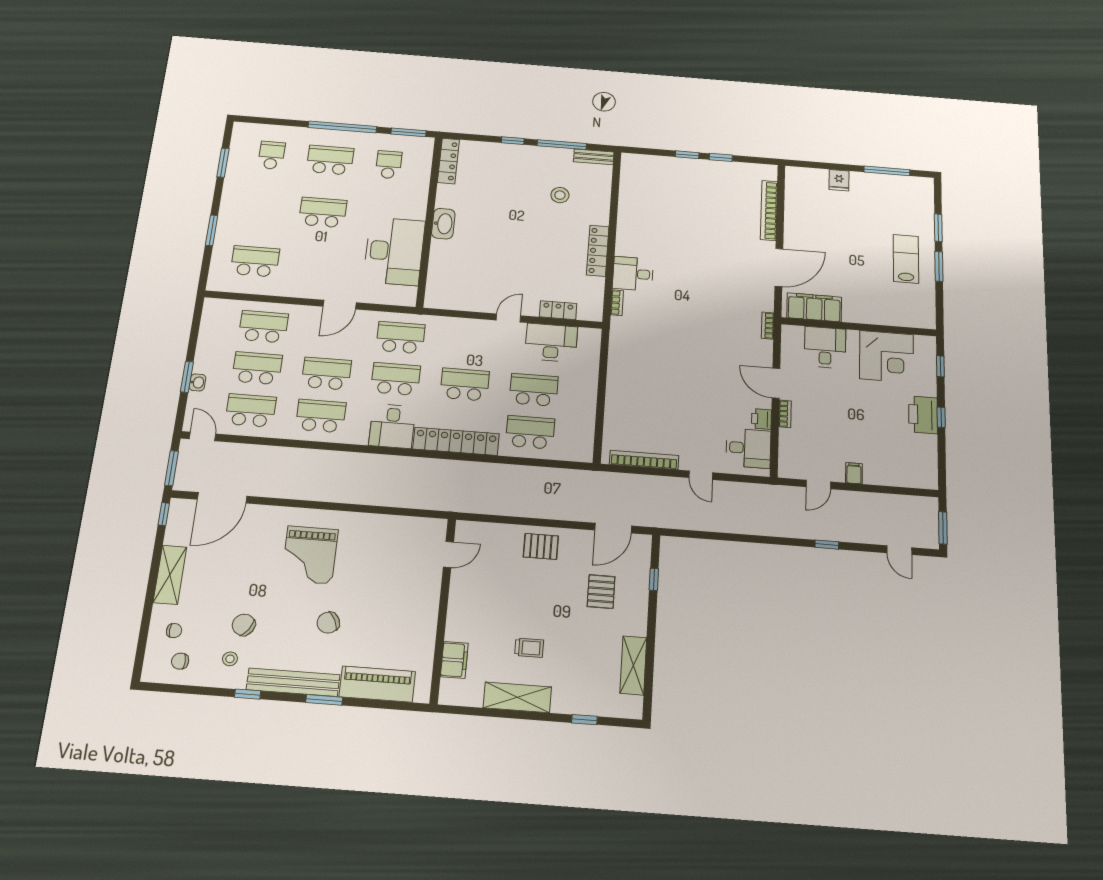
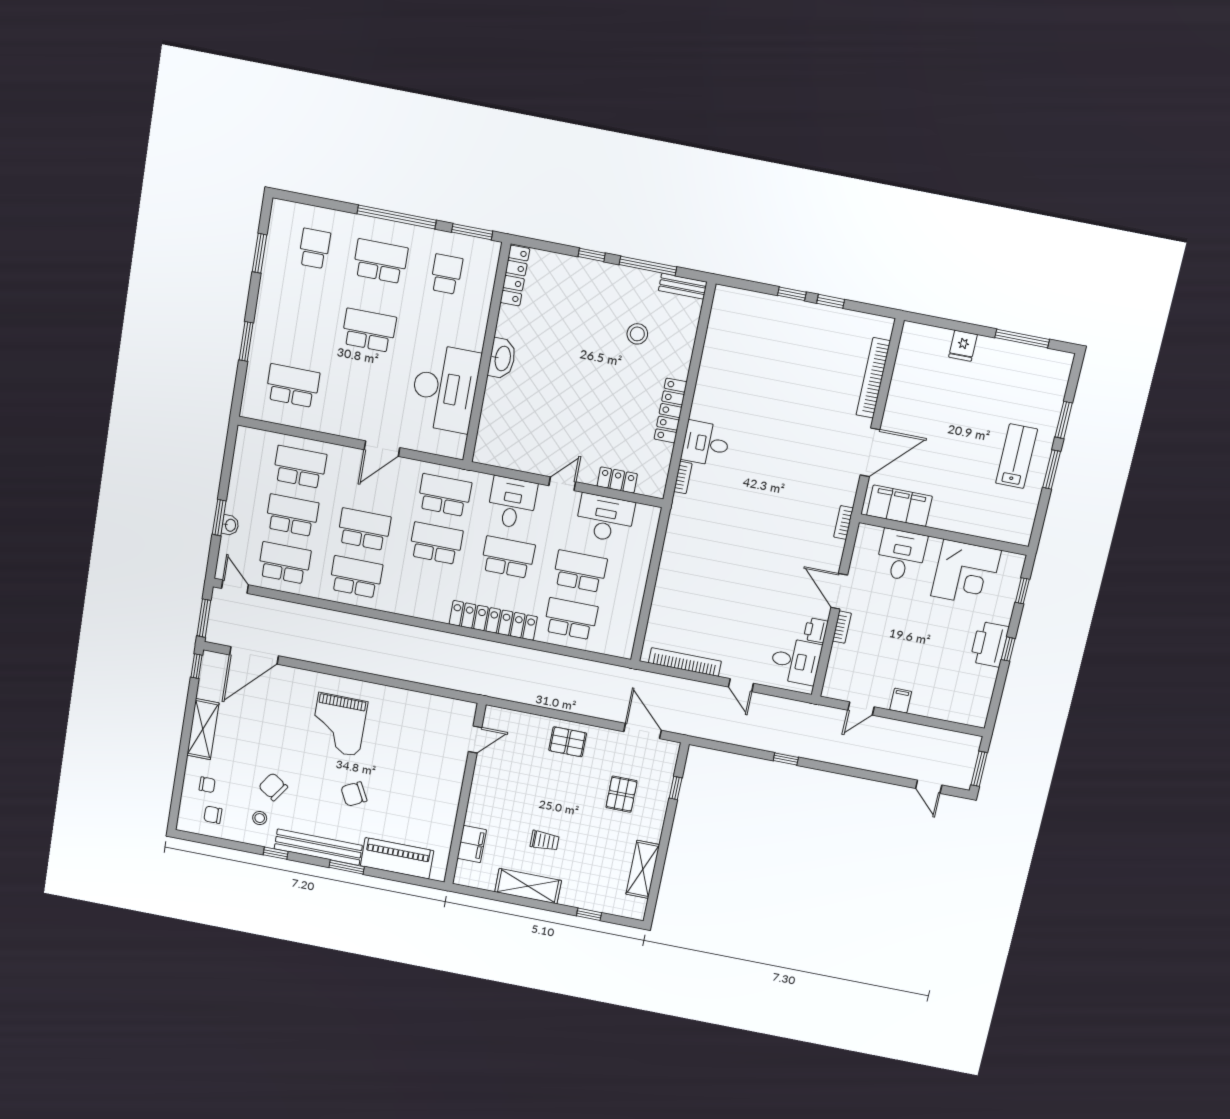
desk: (392, 426) -> (512, 503), moved, turned 180
door: (613, 528) -> (643, 731), swing flipped
window: (827, 545) -> (786, 759), moved

